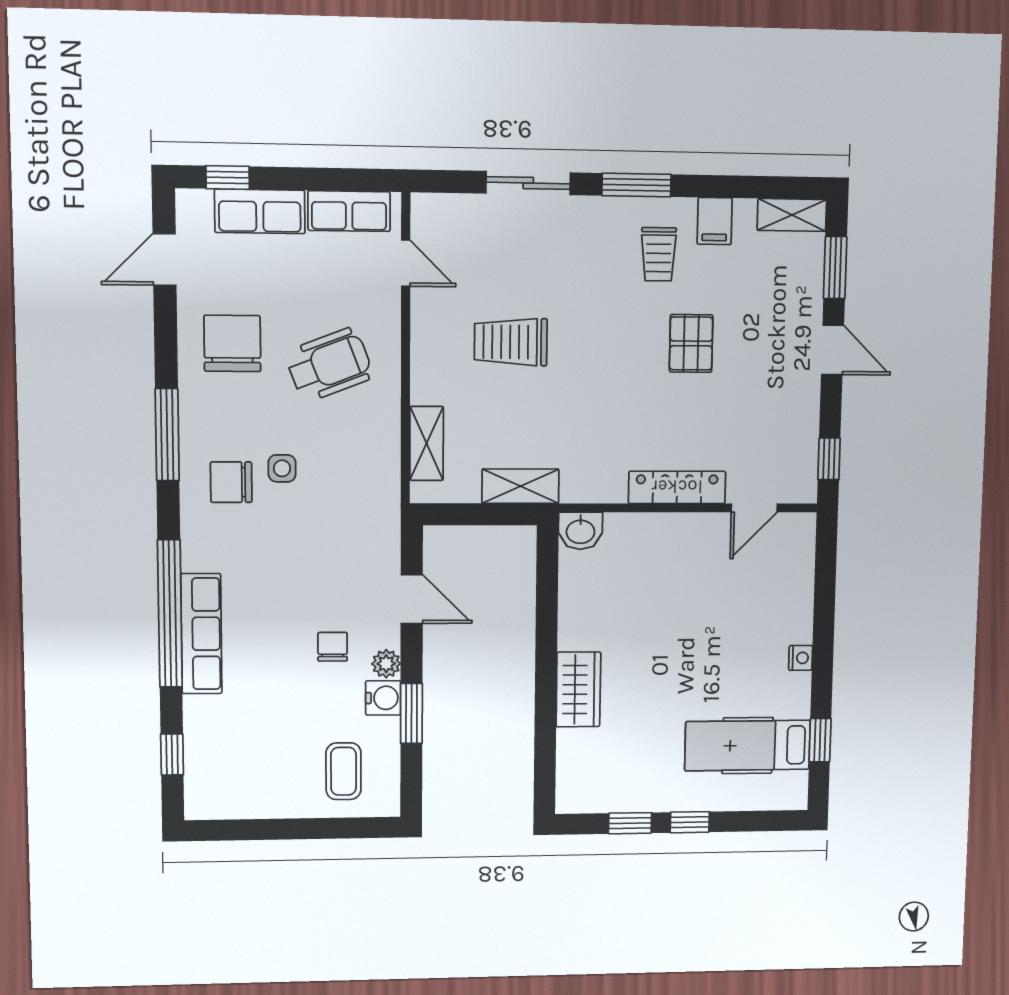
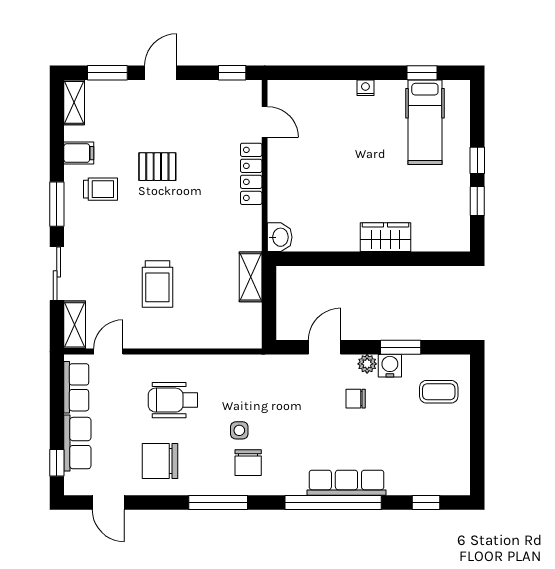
wheelchair: (329, 365) -> (173, 400), turned -69
shelving: (427, 443) -> (75, 325), moved, turned 90

